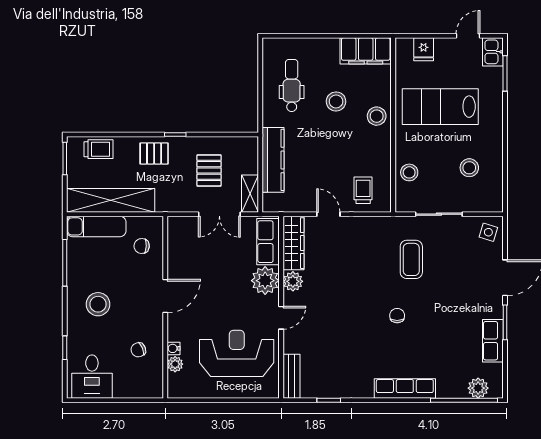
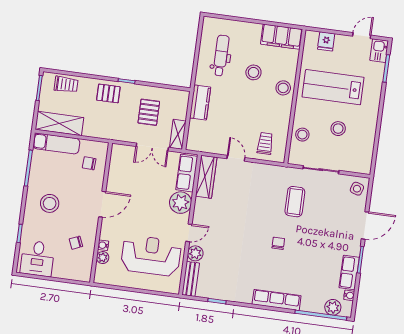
kitchen counter: (273, 160) -> (200, 103), width x0.67
stool: (469, 168) -> (338, 129), moved
shelving: (111, 200) -> (59, 123), width x0.68
plant: (293, 281) -> (195, 253), moved
water cooler: (497, 370) -> (349, 295), added

